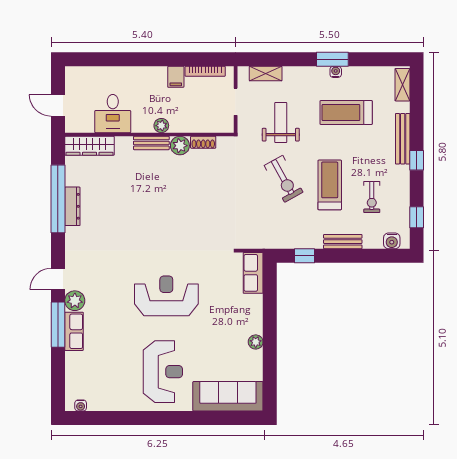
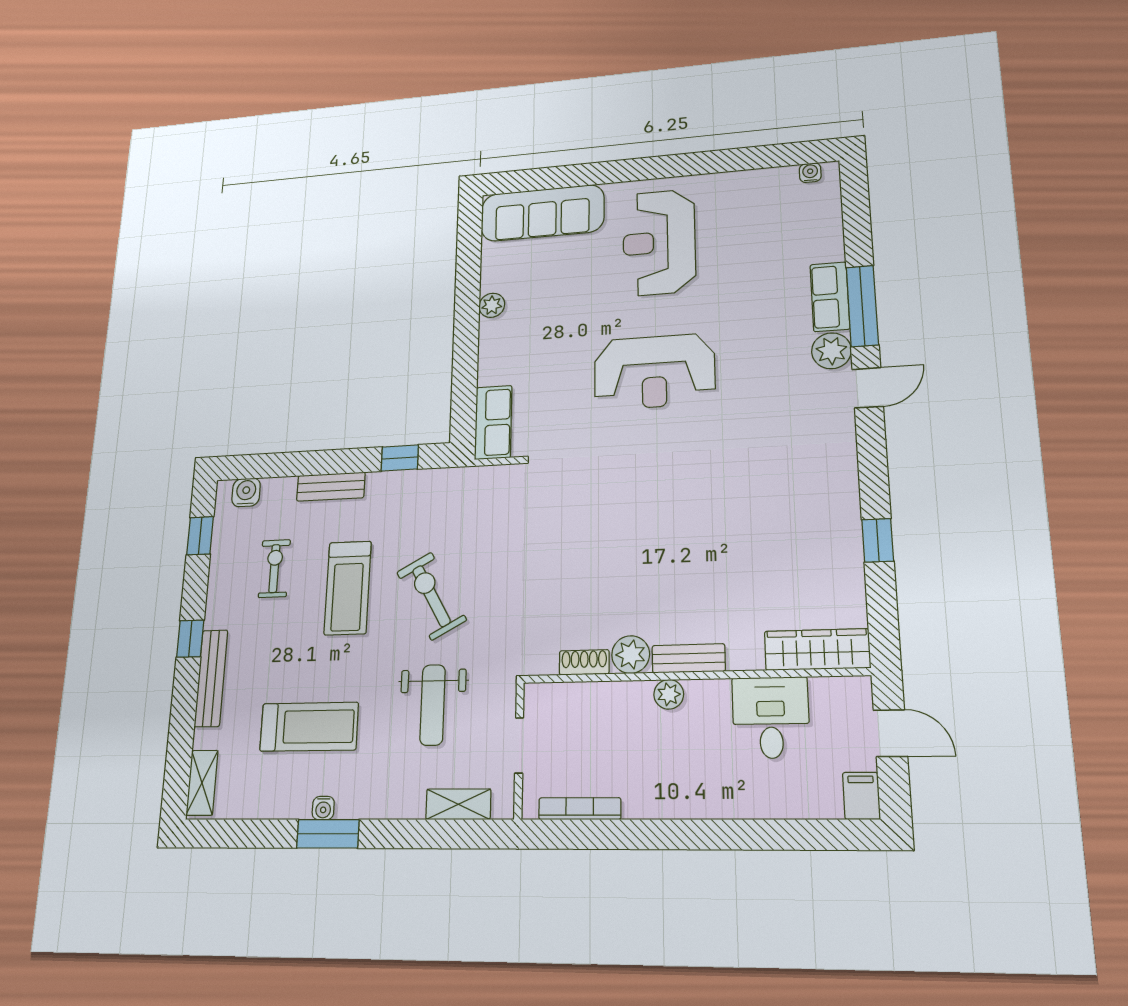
filing cabinet: (176, 77) -> (861, 796), moved
window: (58, 199) -> (878, 540), width x0.32
dresser: (72, 206) -> (847, 527), removed

